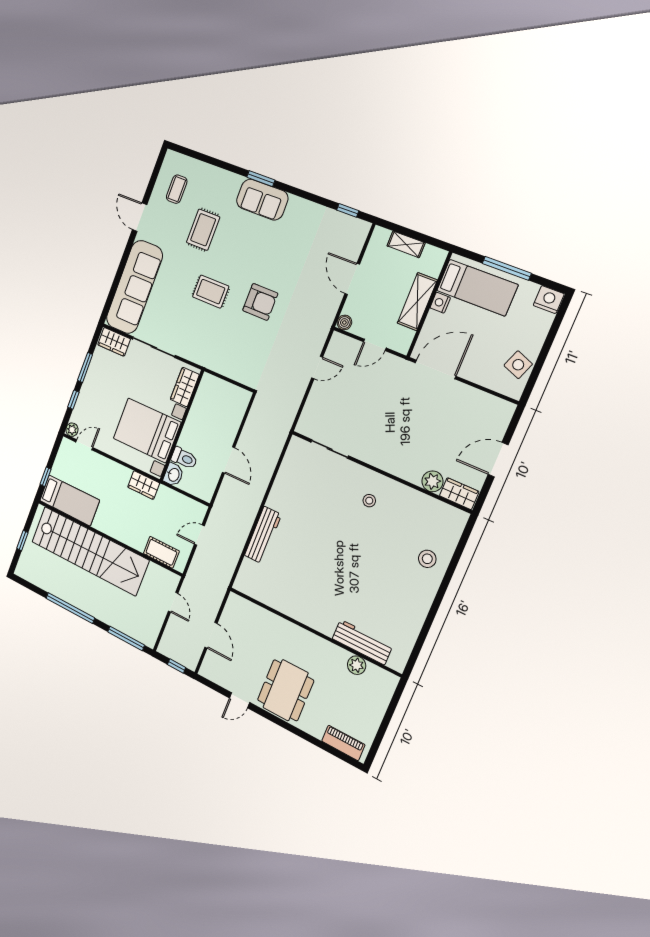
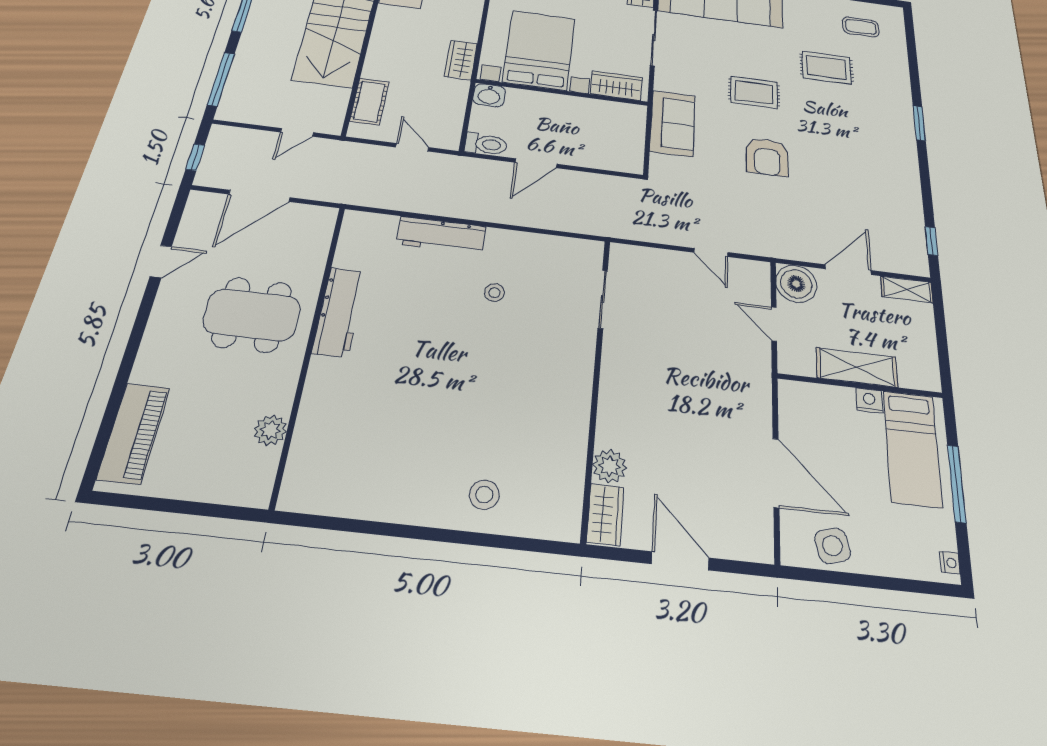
sofa: (262, 200) -> (673, 123), moved, turned 180
shelving: (406, 244) -> (907, 289), moved, turned 90
rug: (211, 292) -> (754, 92), turned 90
nightstand: (549, 300) -> (950, 563), width x0.53, depth x0.56
boiler: (344, 323) -> (796, 284), width x1.86, depth x1.86
side table: (518, 365) -> (832, 546), turned -37
door: (435, 369) -> (776, 473), moved
toilet: (184, 458) -> (486, 144), moved, turned -90
stool: (369, 501) -> (494, 293), moved
door: (211, 635) -> (259, 196), width x1.36
workbench: (362, 642) -> (339, 312), moved
dining table: (286, 690) -> (252, 315), moved
door: (240, 700) -> (161, 261), swing flipped
piano: (343, 743) -> (134, 433), width x1.37, depth x1.33

